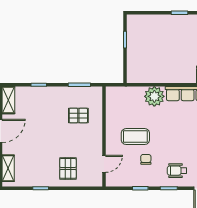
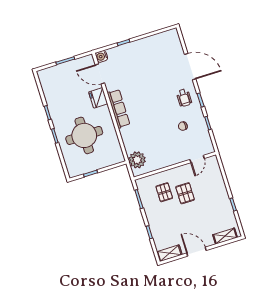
round table: (170, 46) -> (84, 135), added
plant: (154, 96) -> (137, 160), moved
coffee table: (135, 137) -> (167, 140), removed
door: (104, 164) -> (197, 159), swing flipped
pallet: (68, 168) -> (185, 193), moved, turned 90

